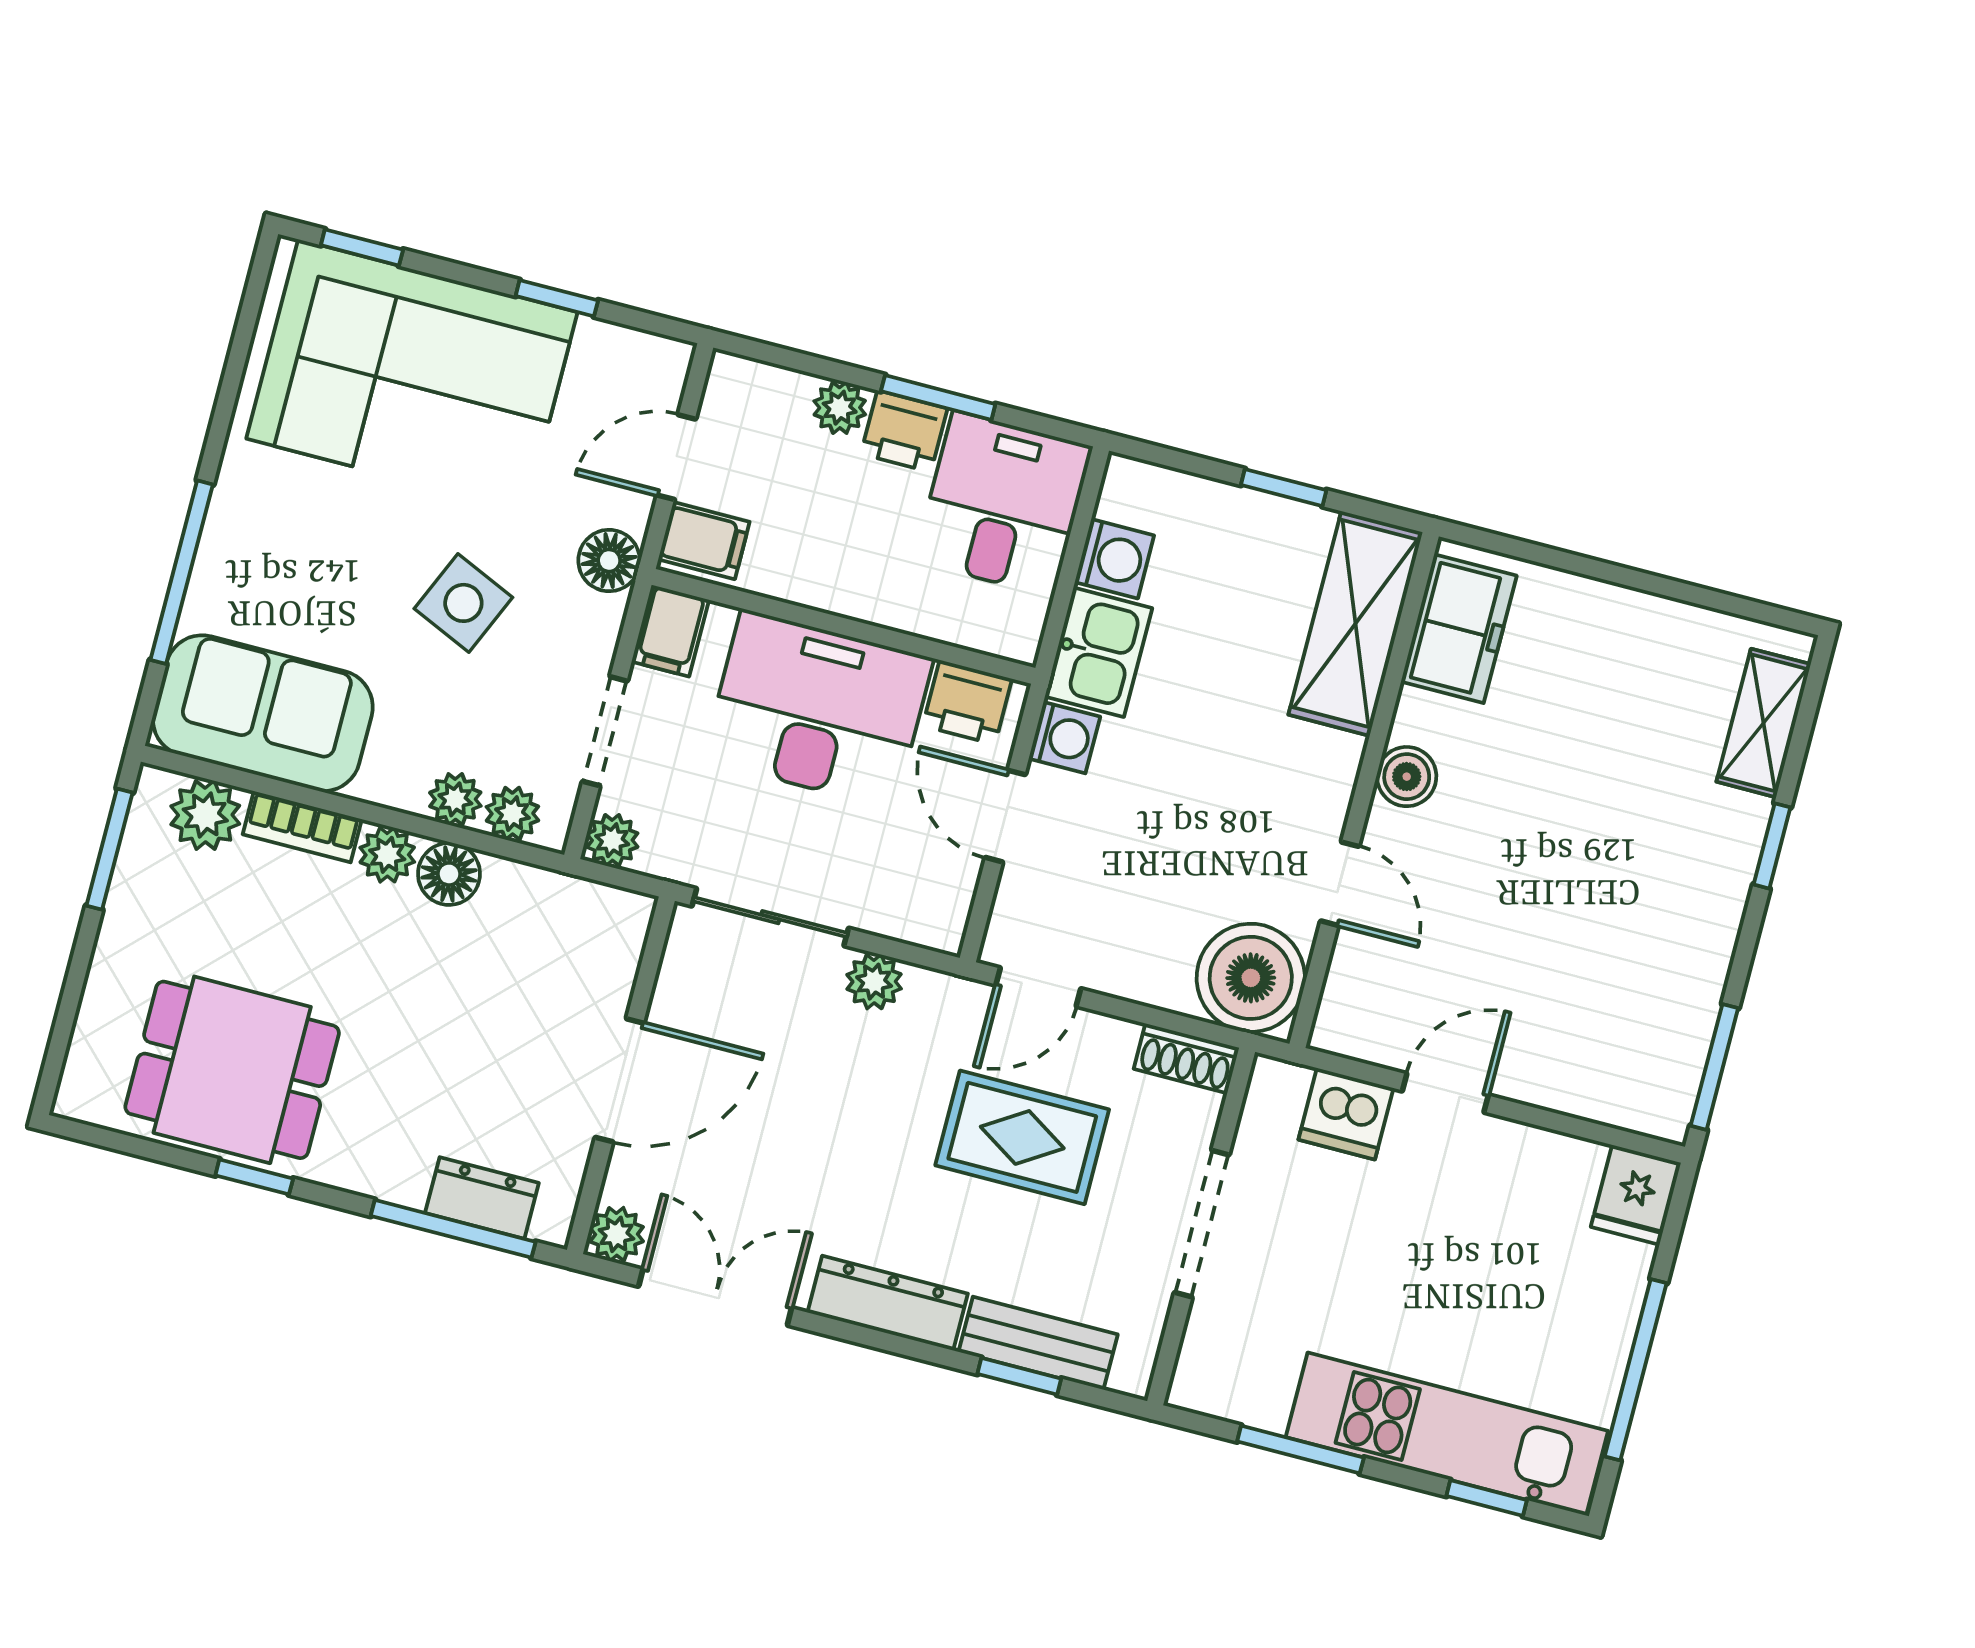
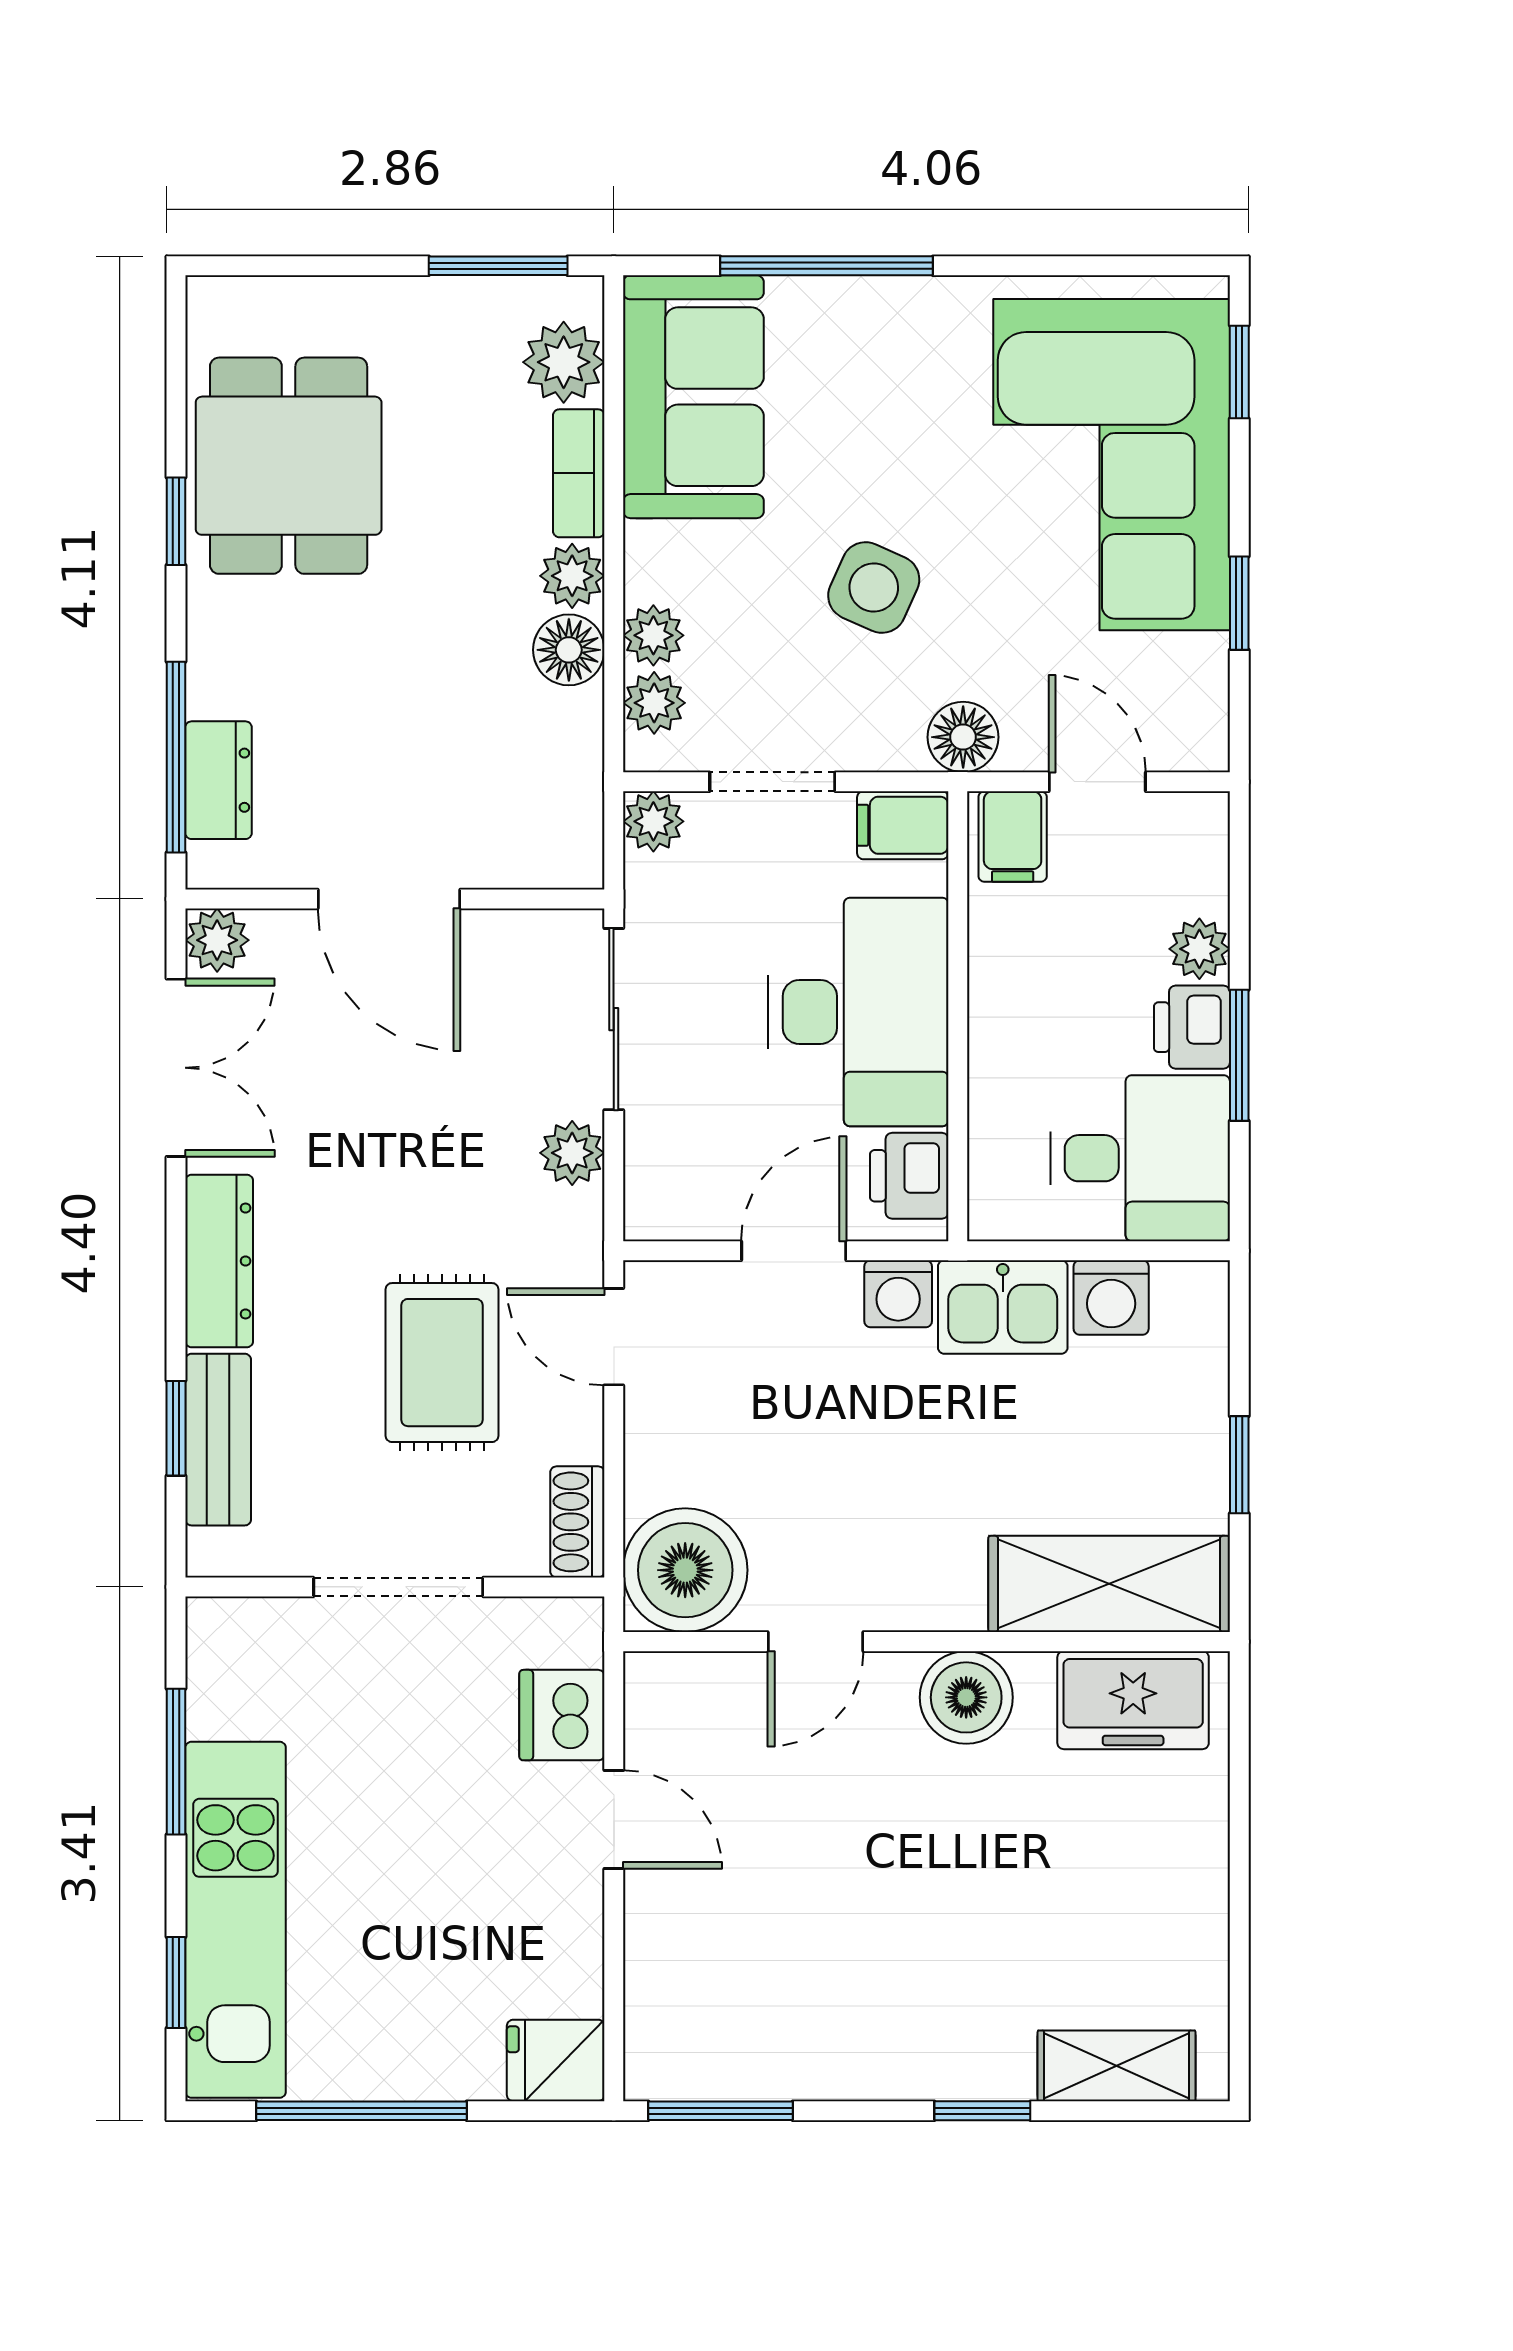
boiler: (1407, 777) -> (966, 1697), width x1.36, depth x1.36

